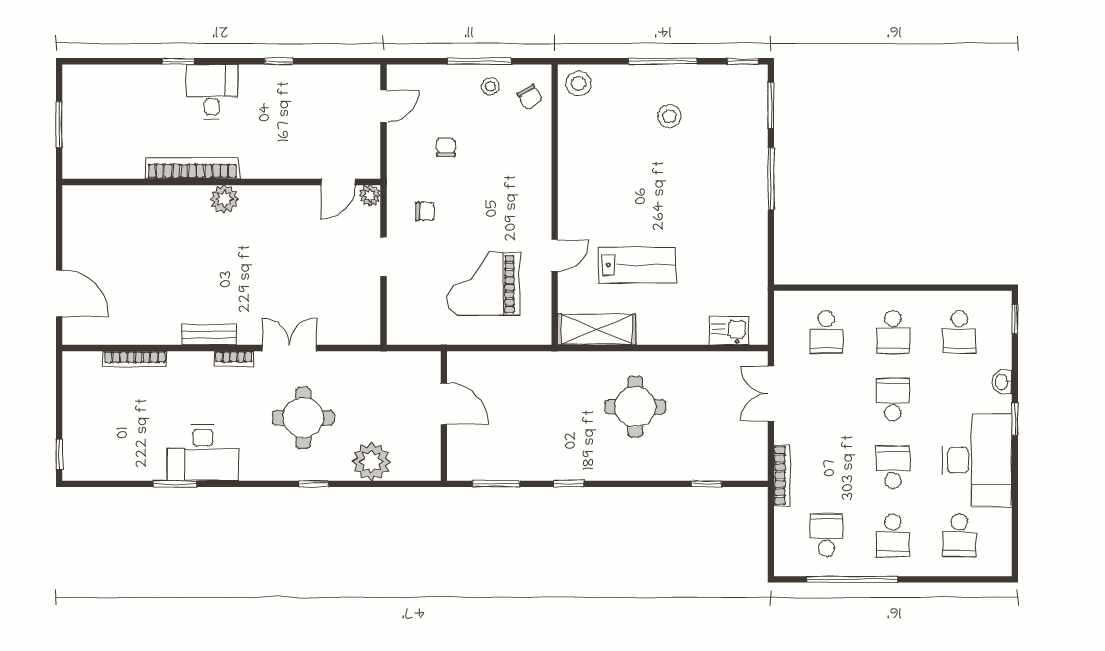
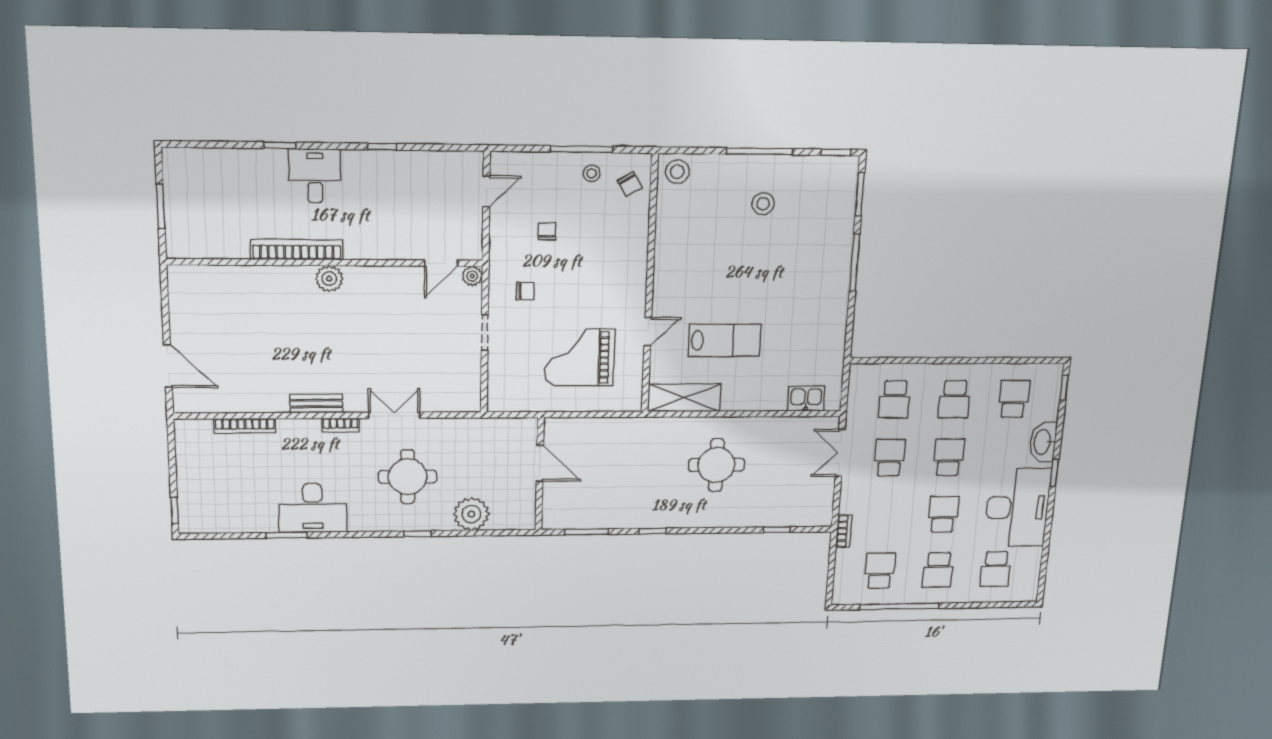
school desk: (959, 332) -> (1014, 399), turned 180
washbasin: (1002, 382) -> (1043, 442), width x1.91, depth x1.45
school desk: (826, 400) -> (889, 458), added
bookcase: (782, 475) -> (844, 531), width x0.64

